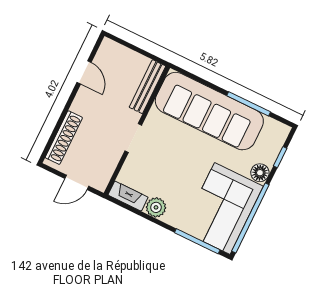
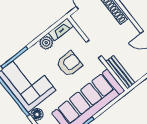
armchair: (170, 162) -> (69, 64), added

